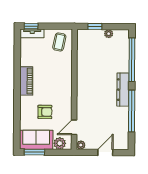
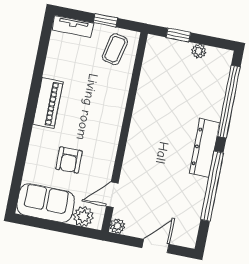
window: (31, 26) -> (105, 20), moved
armchair: (45, 112) -> (69, 160), turned 90
window: (34, 152) -> (39, 223), removed

